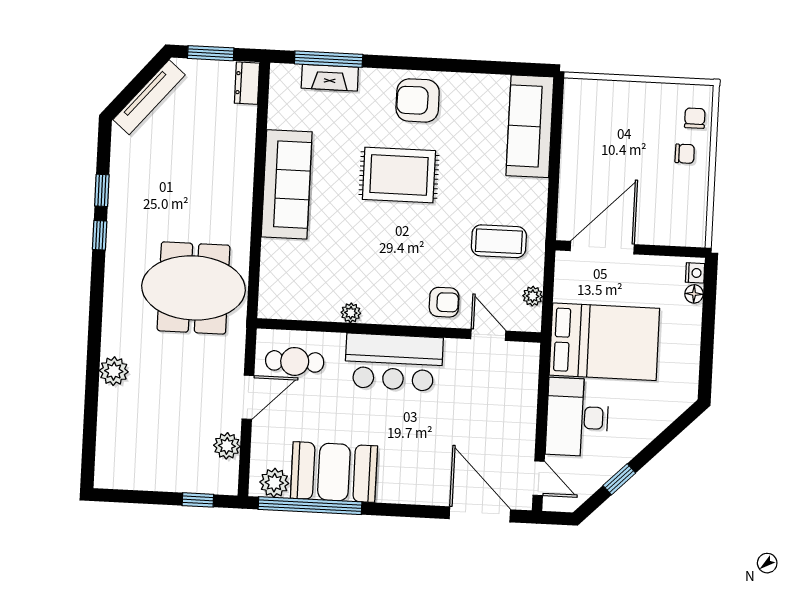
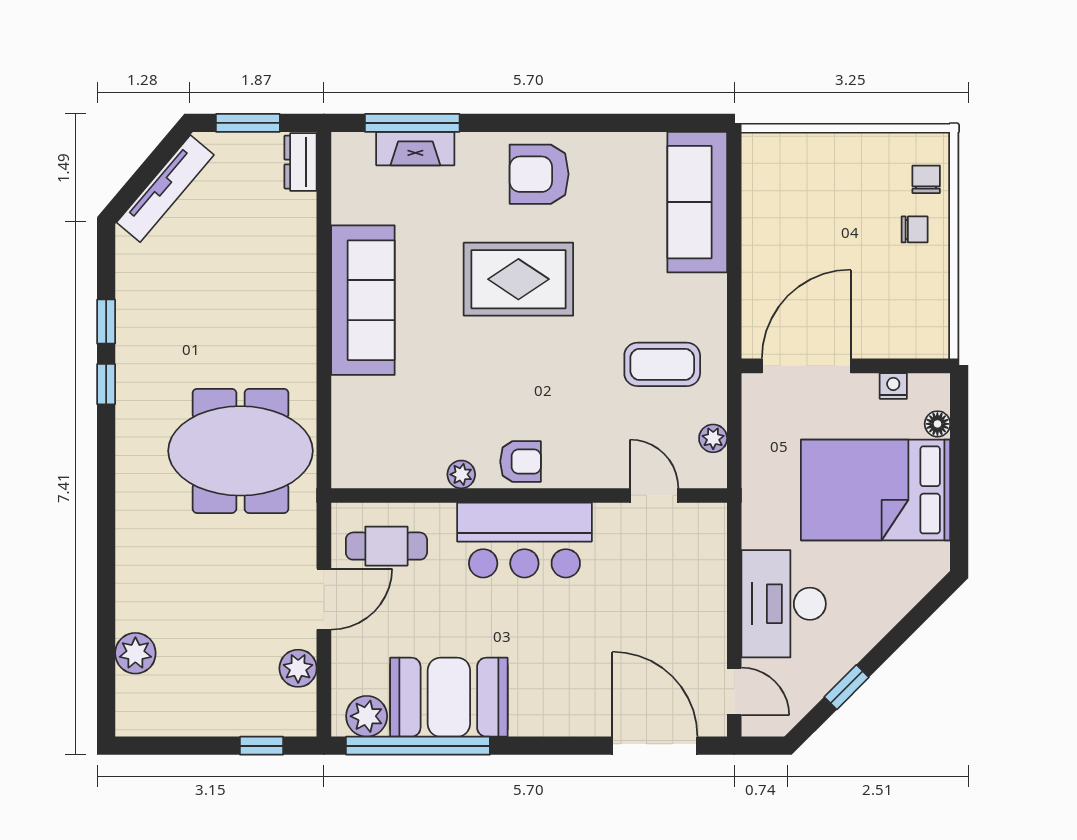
nightstand: (695, 273) -> (893, 386), moved, turned -90
armchair: (444, 302) -> (521, 462), moved
bed: (604, 342) -> (876, 490), moved, turned 180
plant: (114, 371) -> (135, 653), moved

